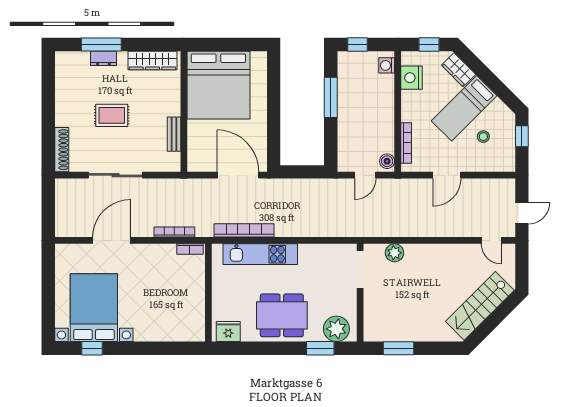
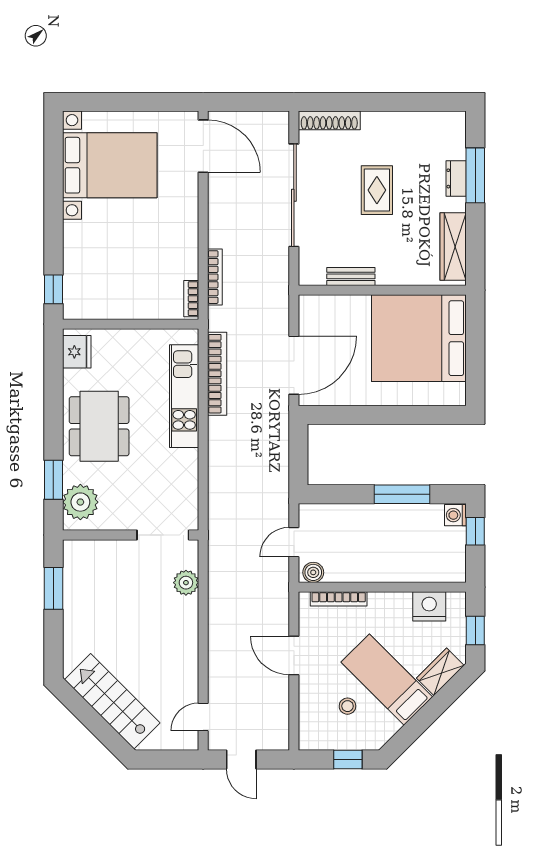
washing machine: (387, 65) -> (455, 515), moved, turned -90
sliding door: (116, 175) -> (294, 195), width x1.36
door: (365, 175) -> (294, 542), hinge flipped
door: (112, 240) -> (203, 146), moved
window: (92, 348) -> (53, 289), moved

